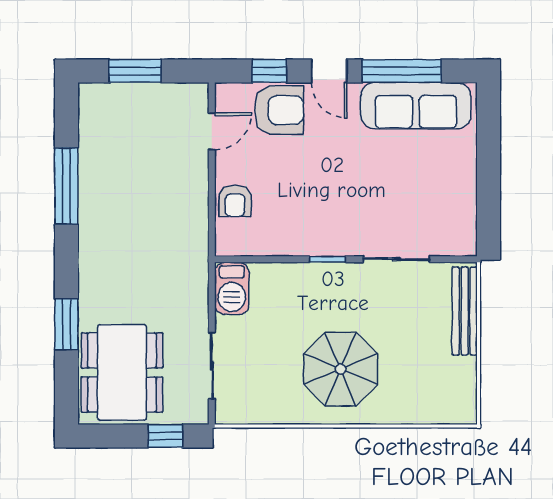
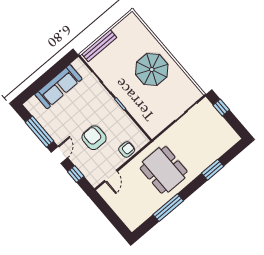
window: (135, 71) -> (113, 217), removed
sofa: (416, 106) -> (58, 87), moved, turned 90
armchair: (279, 110) -> (94, 138), moved
door: (212, 131) -> (111, 176), swing flipped
barbecue: (232, 289) -> (156, 127), removed
dining table: (122, 373) -> (164, 170), moved, turned 90

